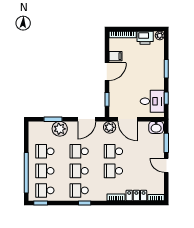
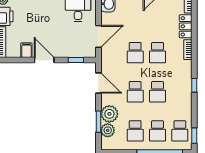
plant: (110, 127) -> (108, 130), moved
school desk: (79, 190) -> (180, 92), removed

